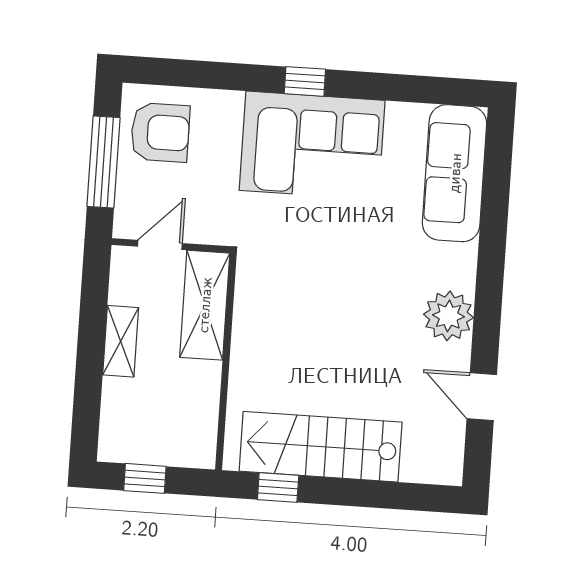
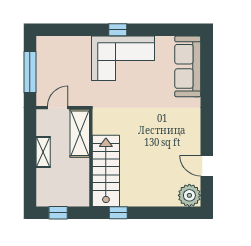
armchair: (160, 132) -> (54, 57), removed
plant: (448, 316) -> (189, 195), moved
stairs: (321, 447) -> (106, 171), moved, turned 90

